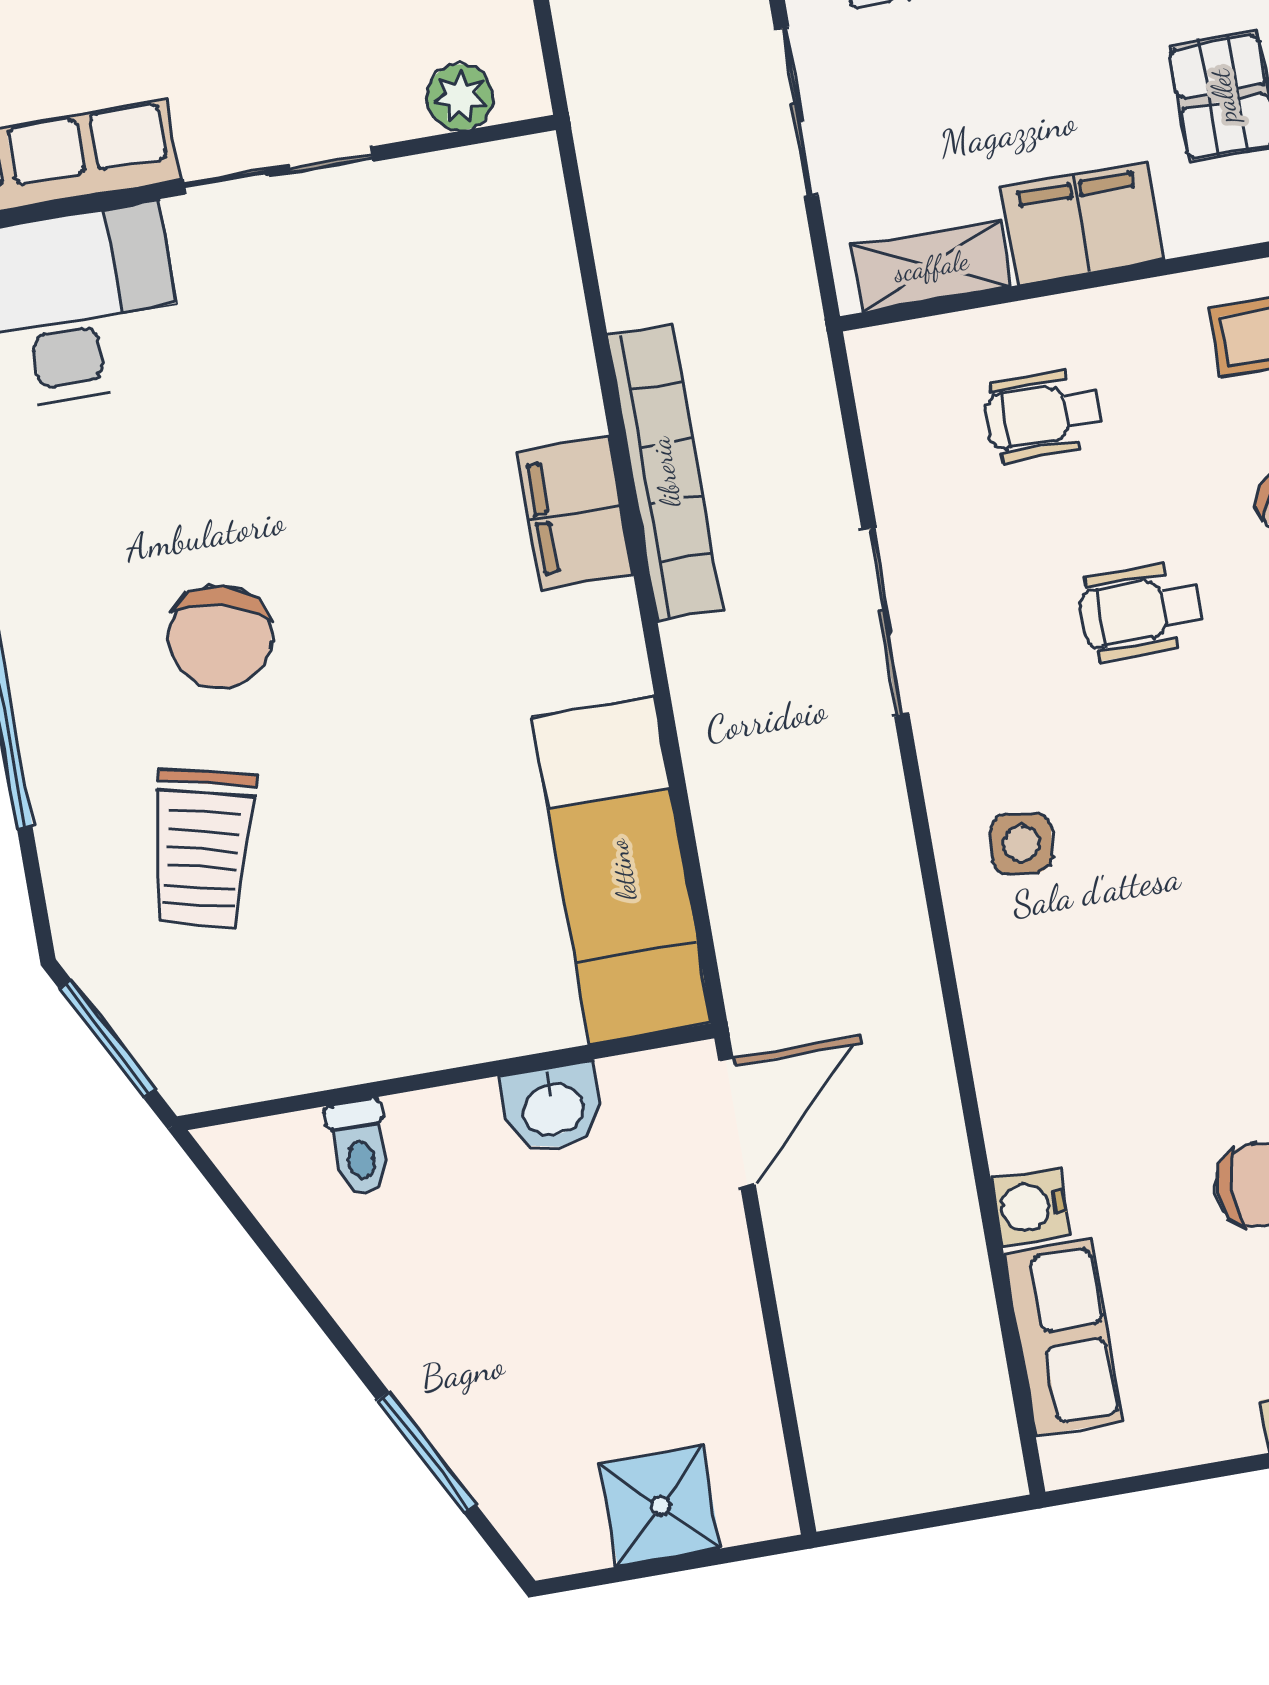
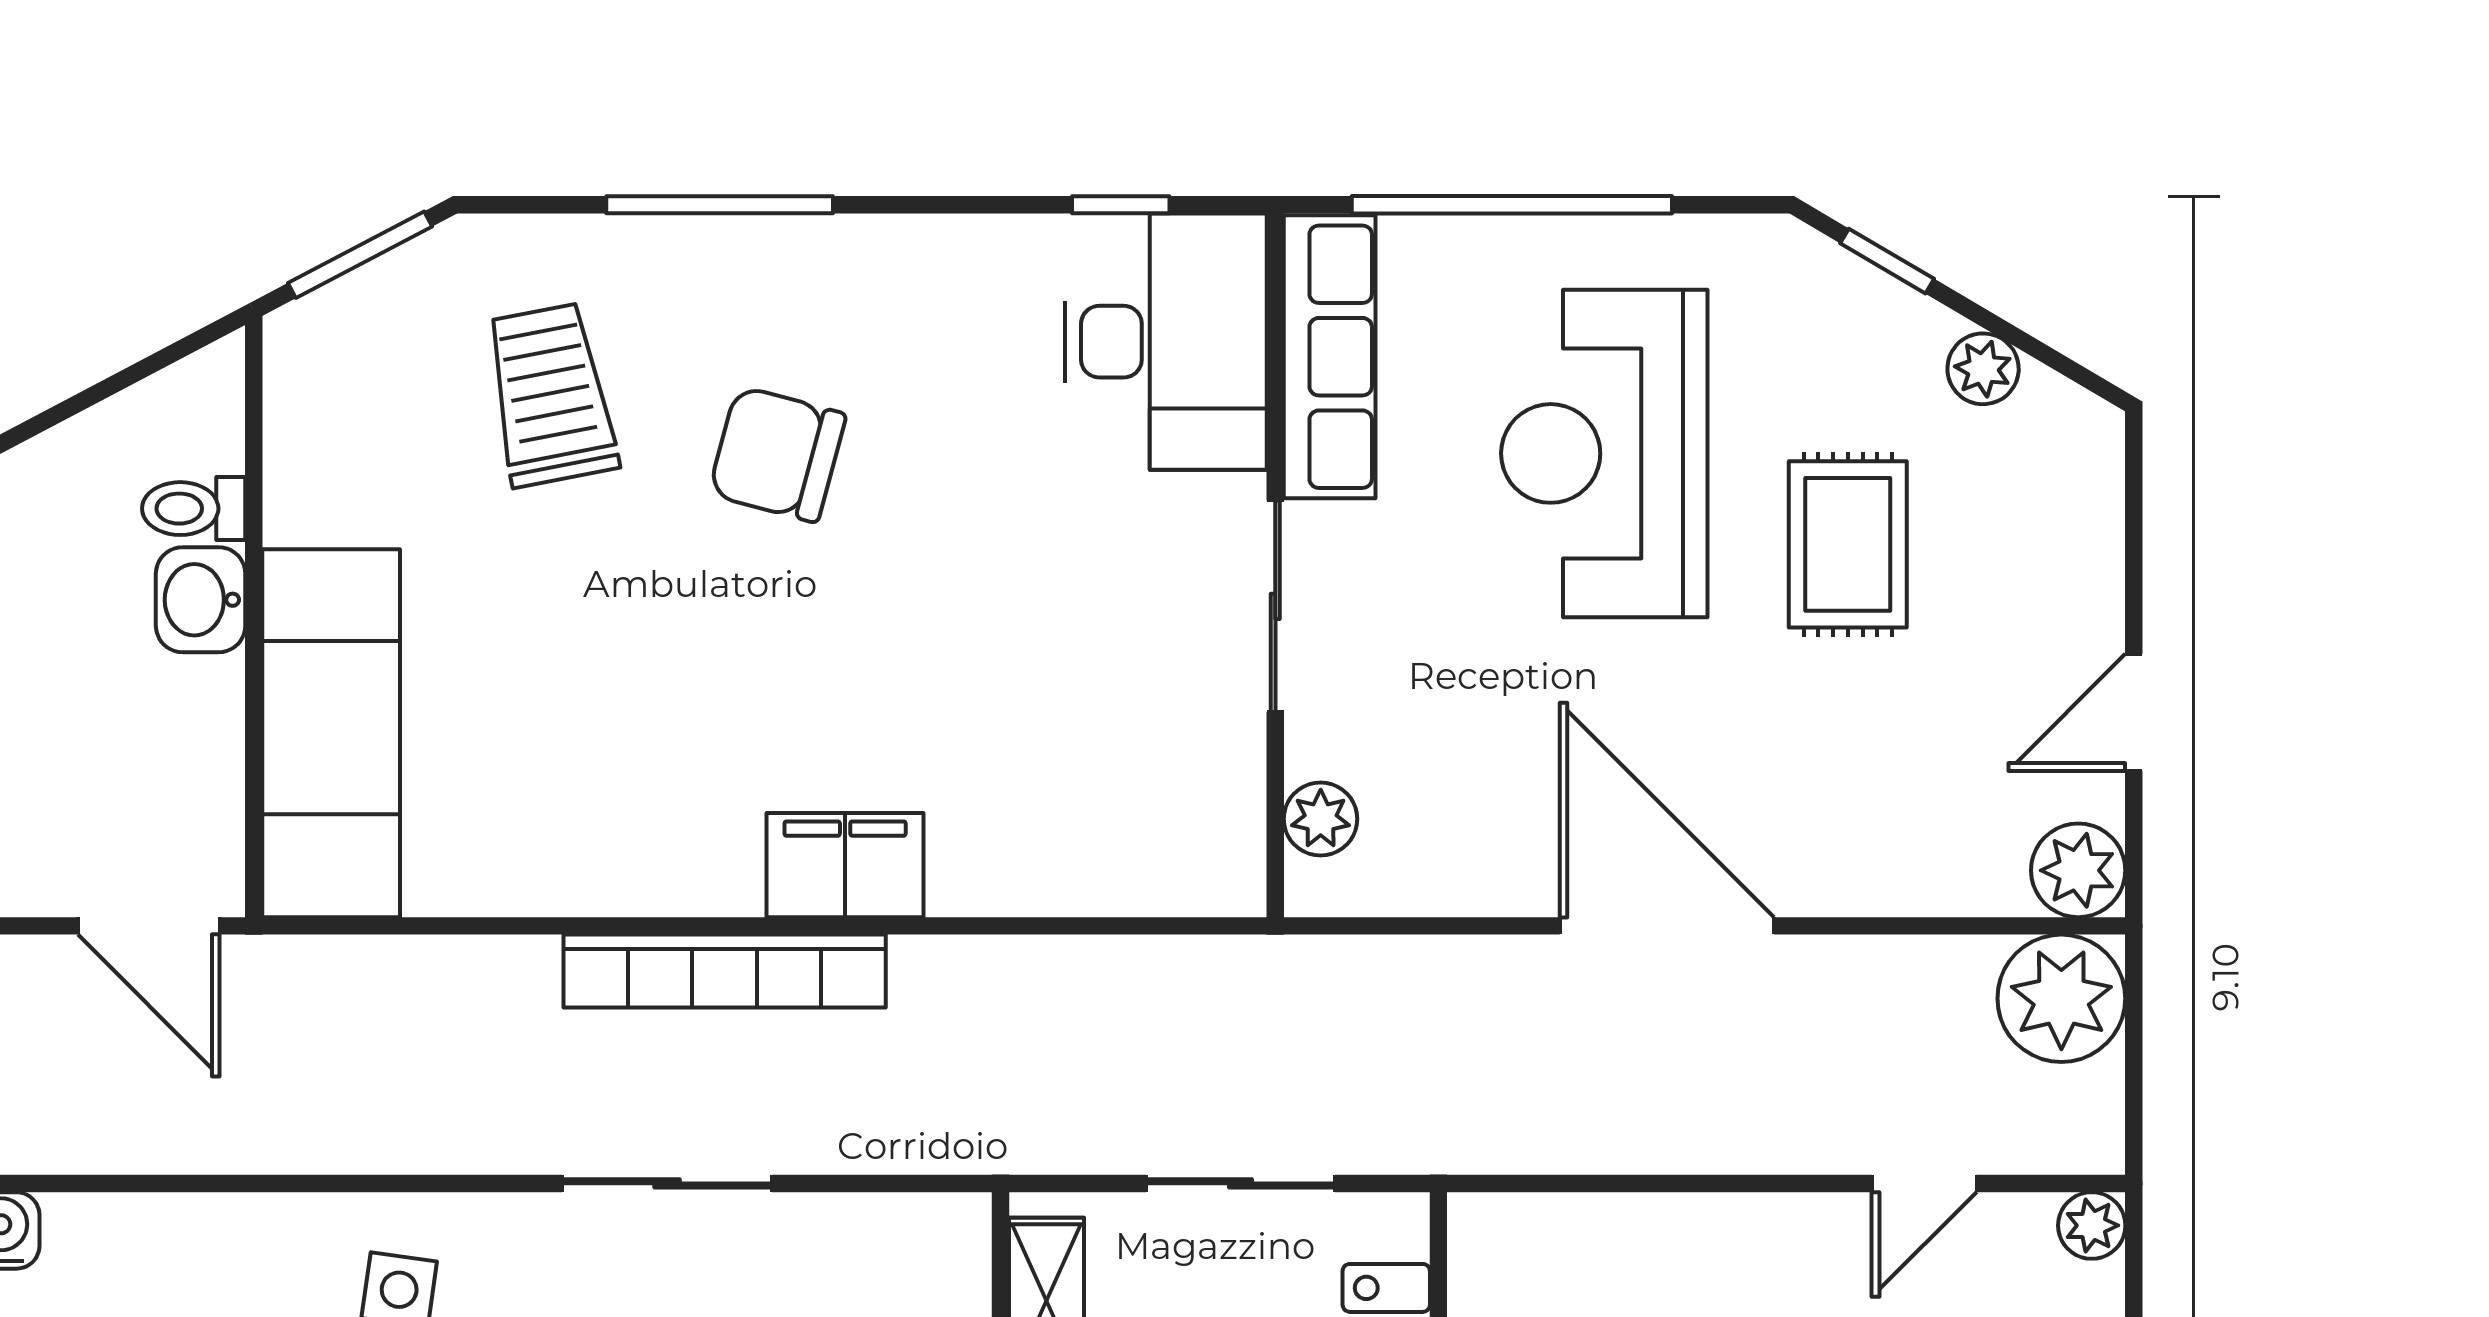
bookcase: (665, 472) -> (725, 971), moved
trolley: (202, 848) -> (550, 395), turned 65
exam couch: (622, 870) -> (331, 733), moved, turned 90
washbasin: (553, 1107) -> (201, 600), moved

